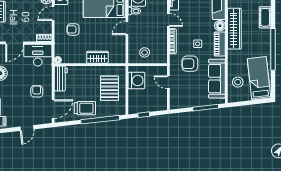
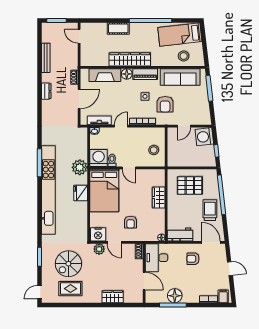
washing machine: (136, 80) -> (204, 137), moved, turned -97

